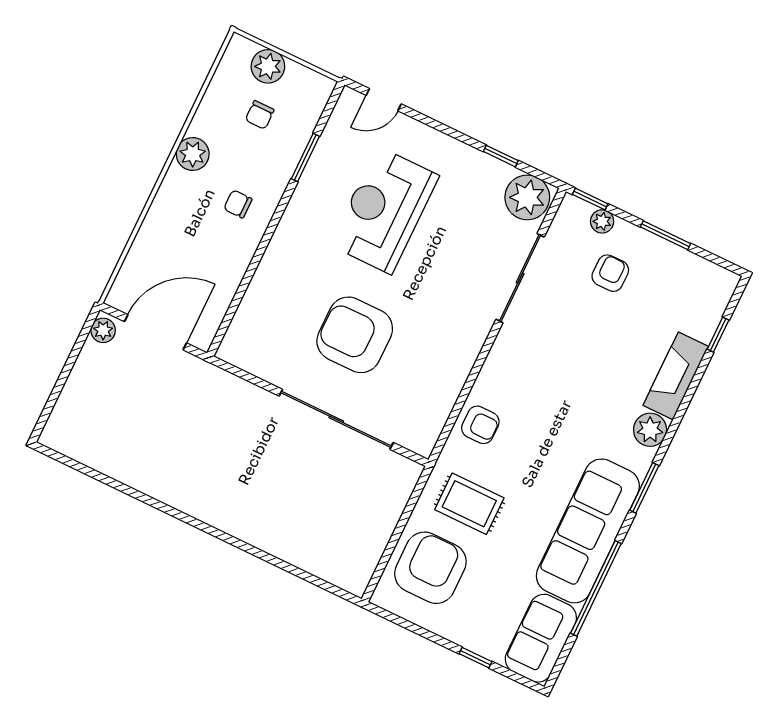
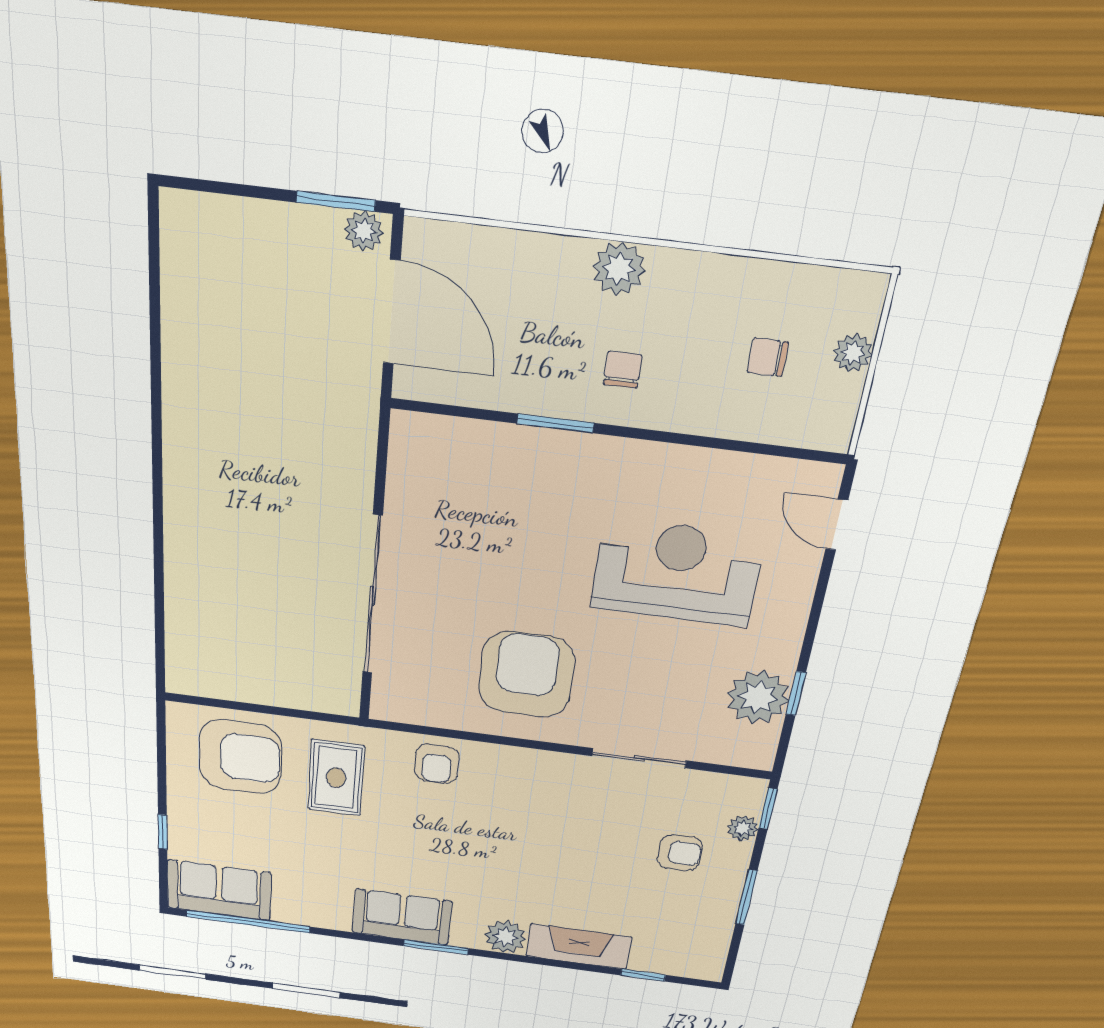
plant: (268, 66) -> (853, 353), width x0.73, depth x0.73
plant: (193, 154) -> (619, 269), moved
window: (305, 158) -> (555, 423), moved
plant: (527, 197) -> (758, 697), moved
sliding door: (520, 278) -> (639, 758), width x0.73
armchair: (355, 335) -> (526, 674), moved
window: (81, 340) -> (336, 201), added
sofa: (588, 531) -> (402, 917), width x0.54, depth x0.79
window: (596, 588) -> (248, 922), moved

